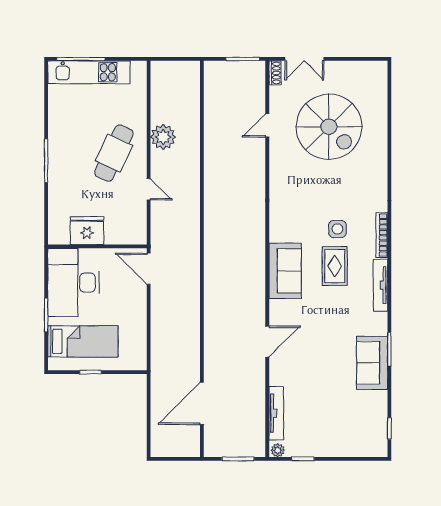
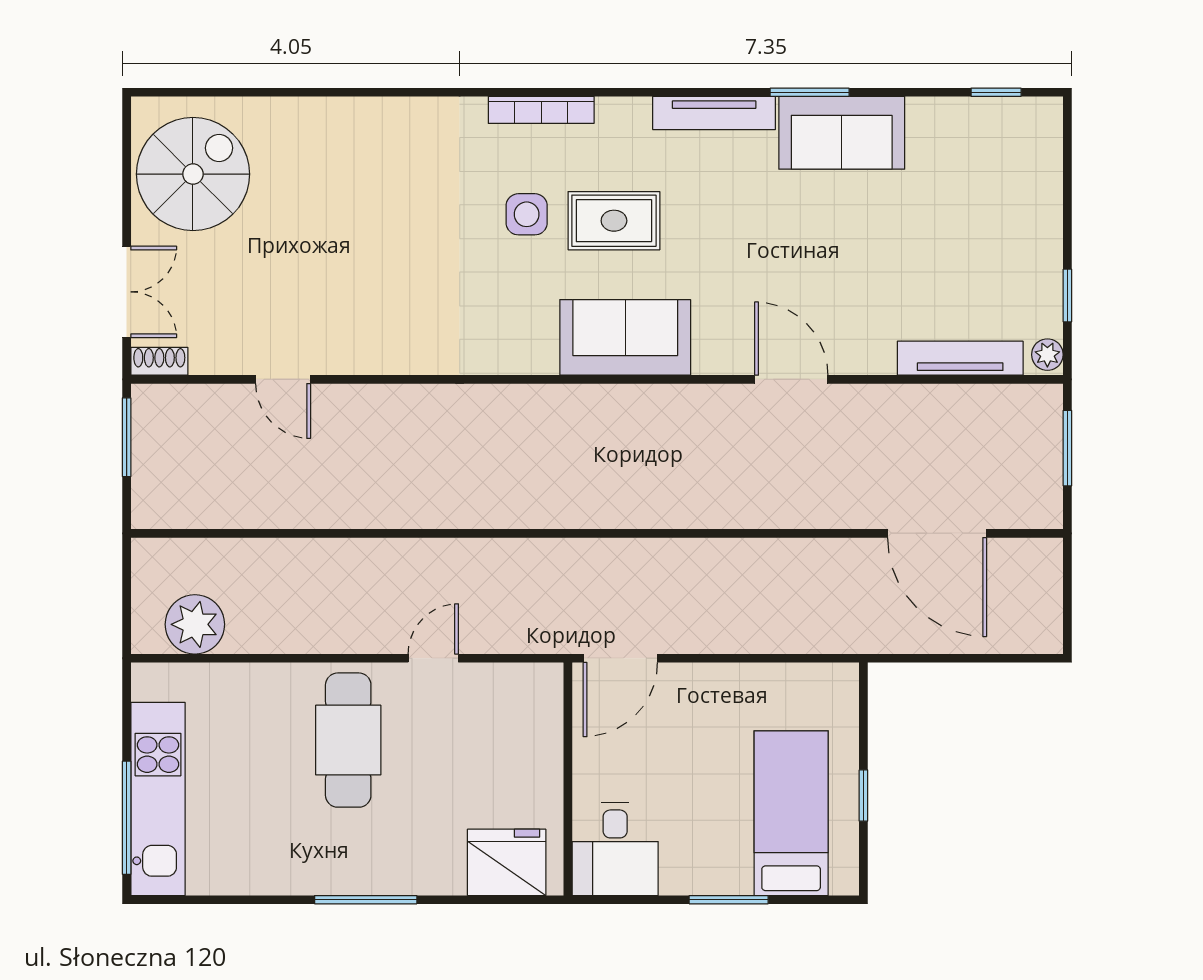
spiral stairs: (329, 127) -> (193, 174), moved, width x0.73, depth x0.73
plant: (163, 137) -> (195, 624), moved
cafe table: (114, 153) -> (348, 740), turned 65
fridge: (87, 231) -> (507, 862), moved, turned 90
desk: (74, 283) -> (615, 849), width x0.53, depth x0.77
tv unit: (381, 285) -> (714, 113), moved

